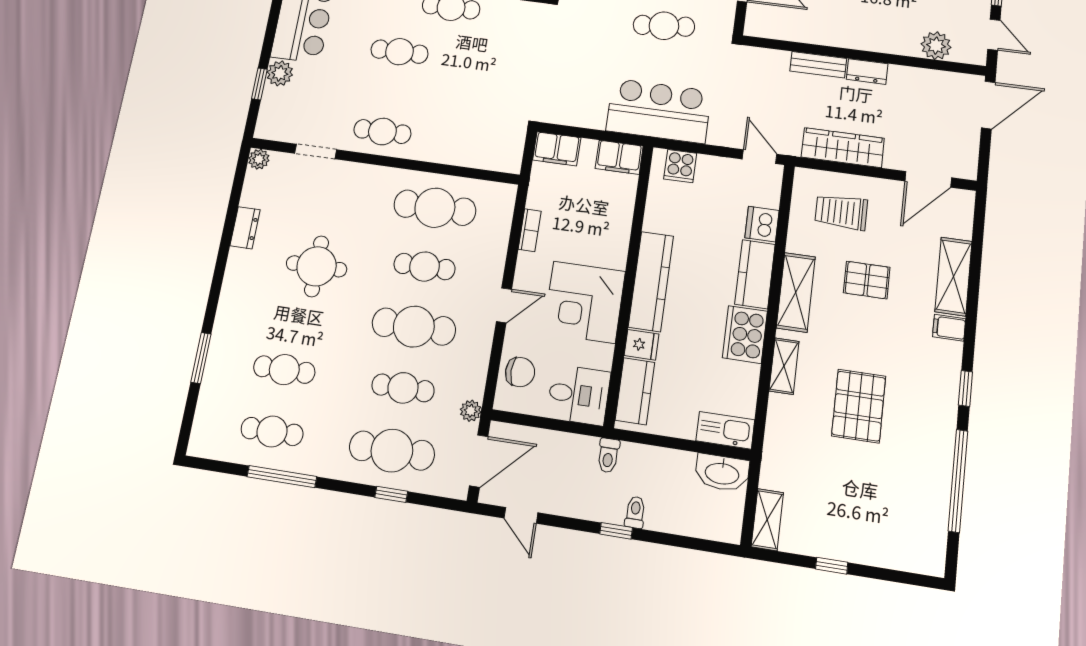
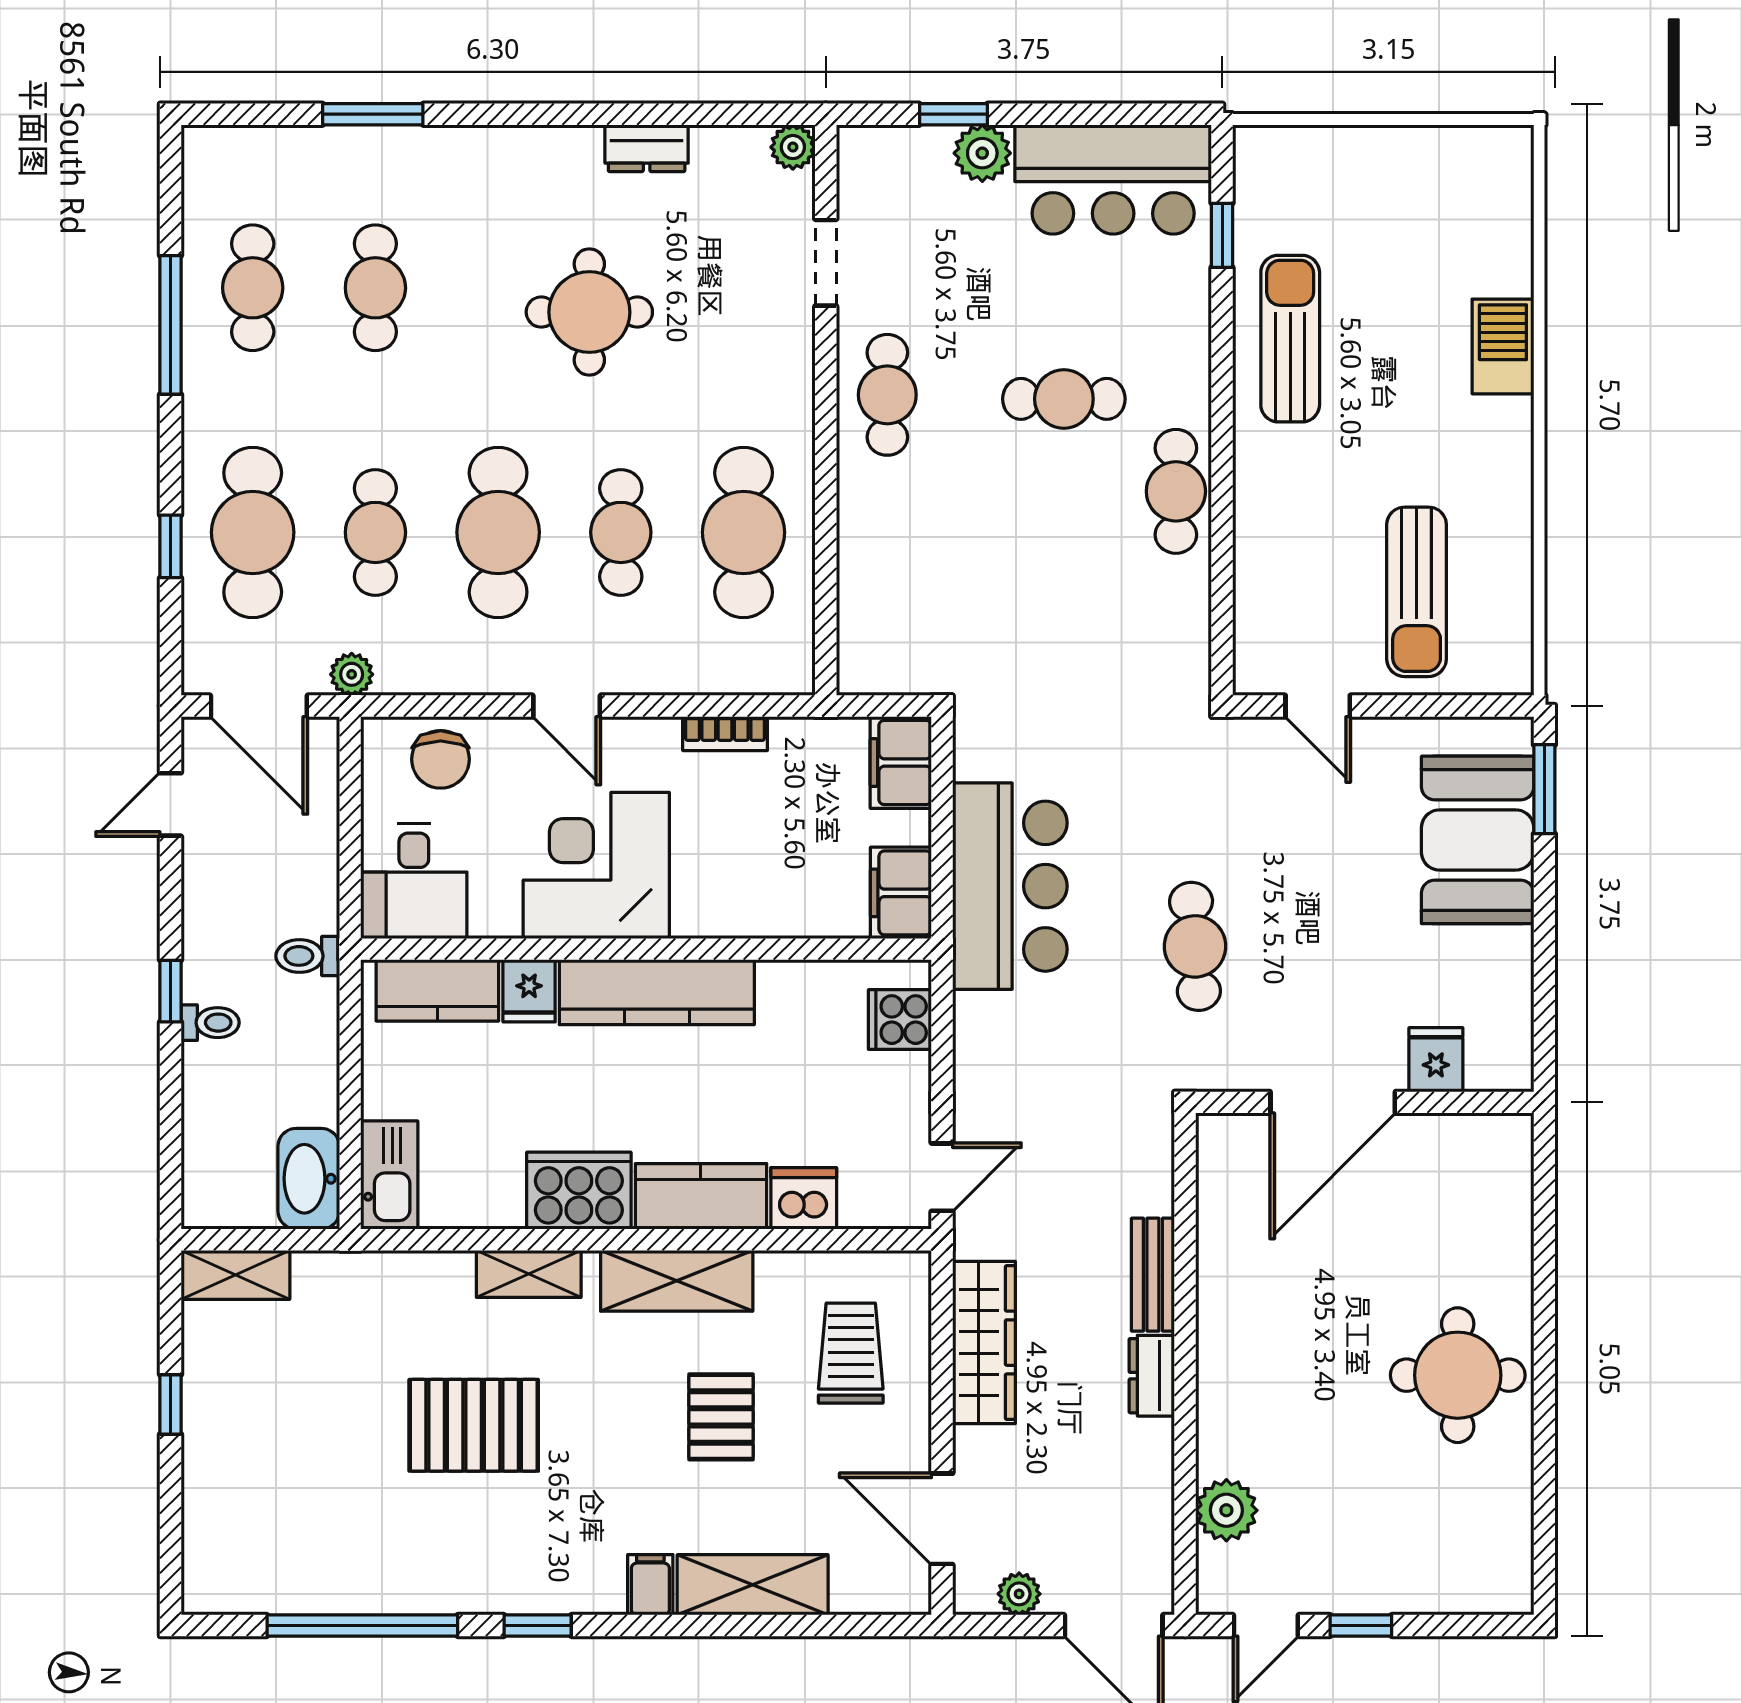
cafe table: (399, 52) -> (1064, 399), turned 90
bar counter: (659, 111) -> (1010, 886), moved
plant: (969, 148) -> (1019, 1594), added

